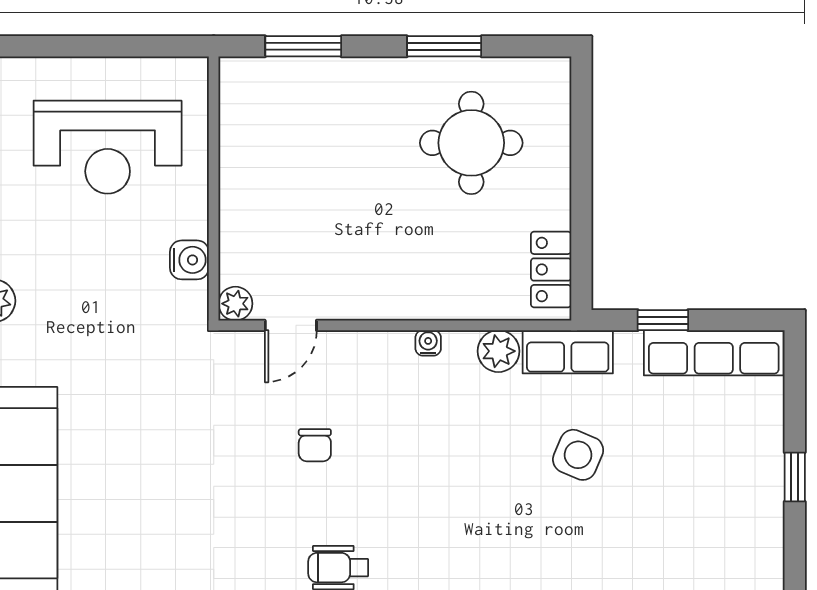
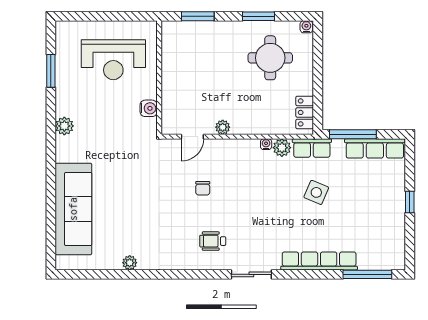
water cooler: (555, 71) -> (306, 27), added
plant: (235, 304) -> (223, 127), moved
window: (663, 320) -> (353, 134), width x2.17
water cooler: (428, 343) -> (266, 144), moved

